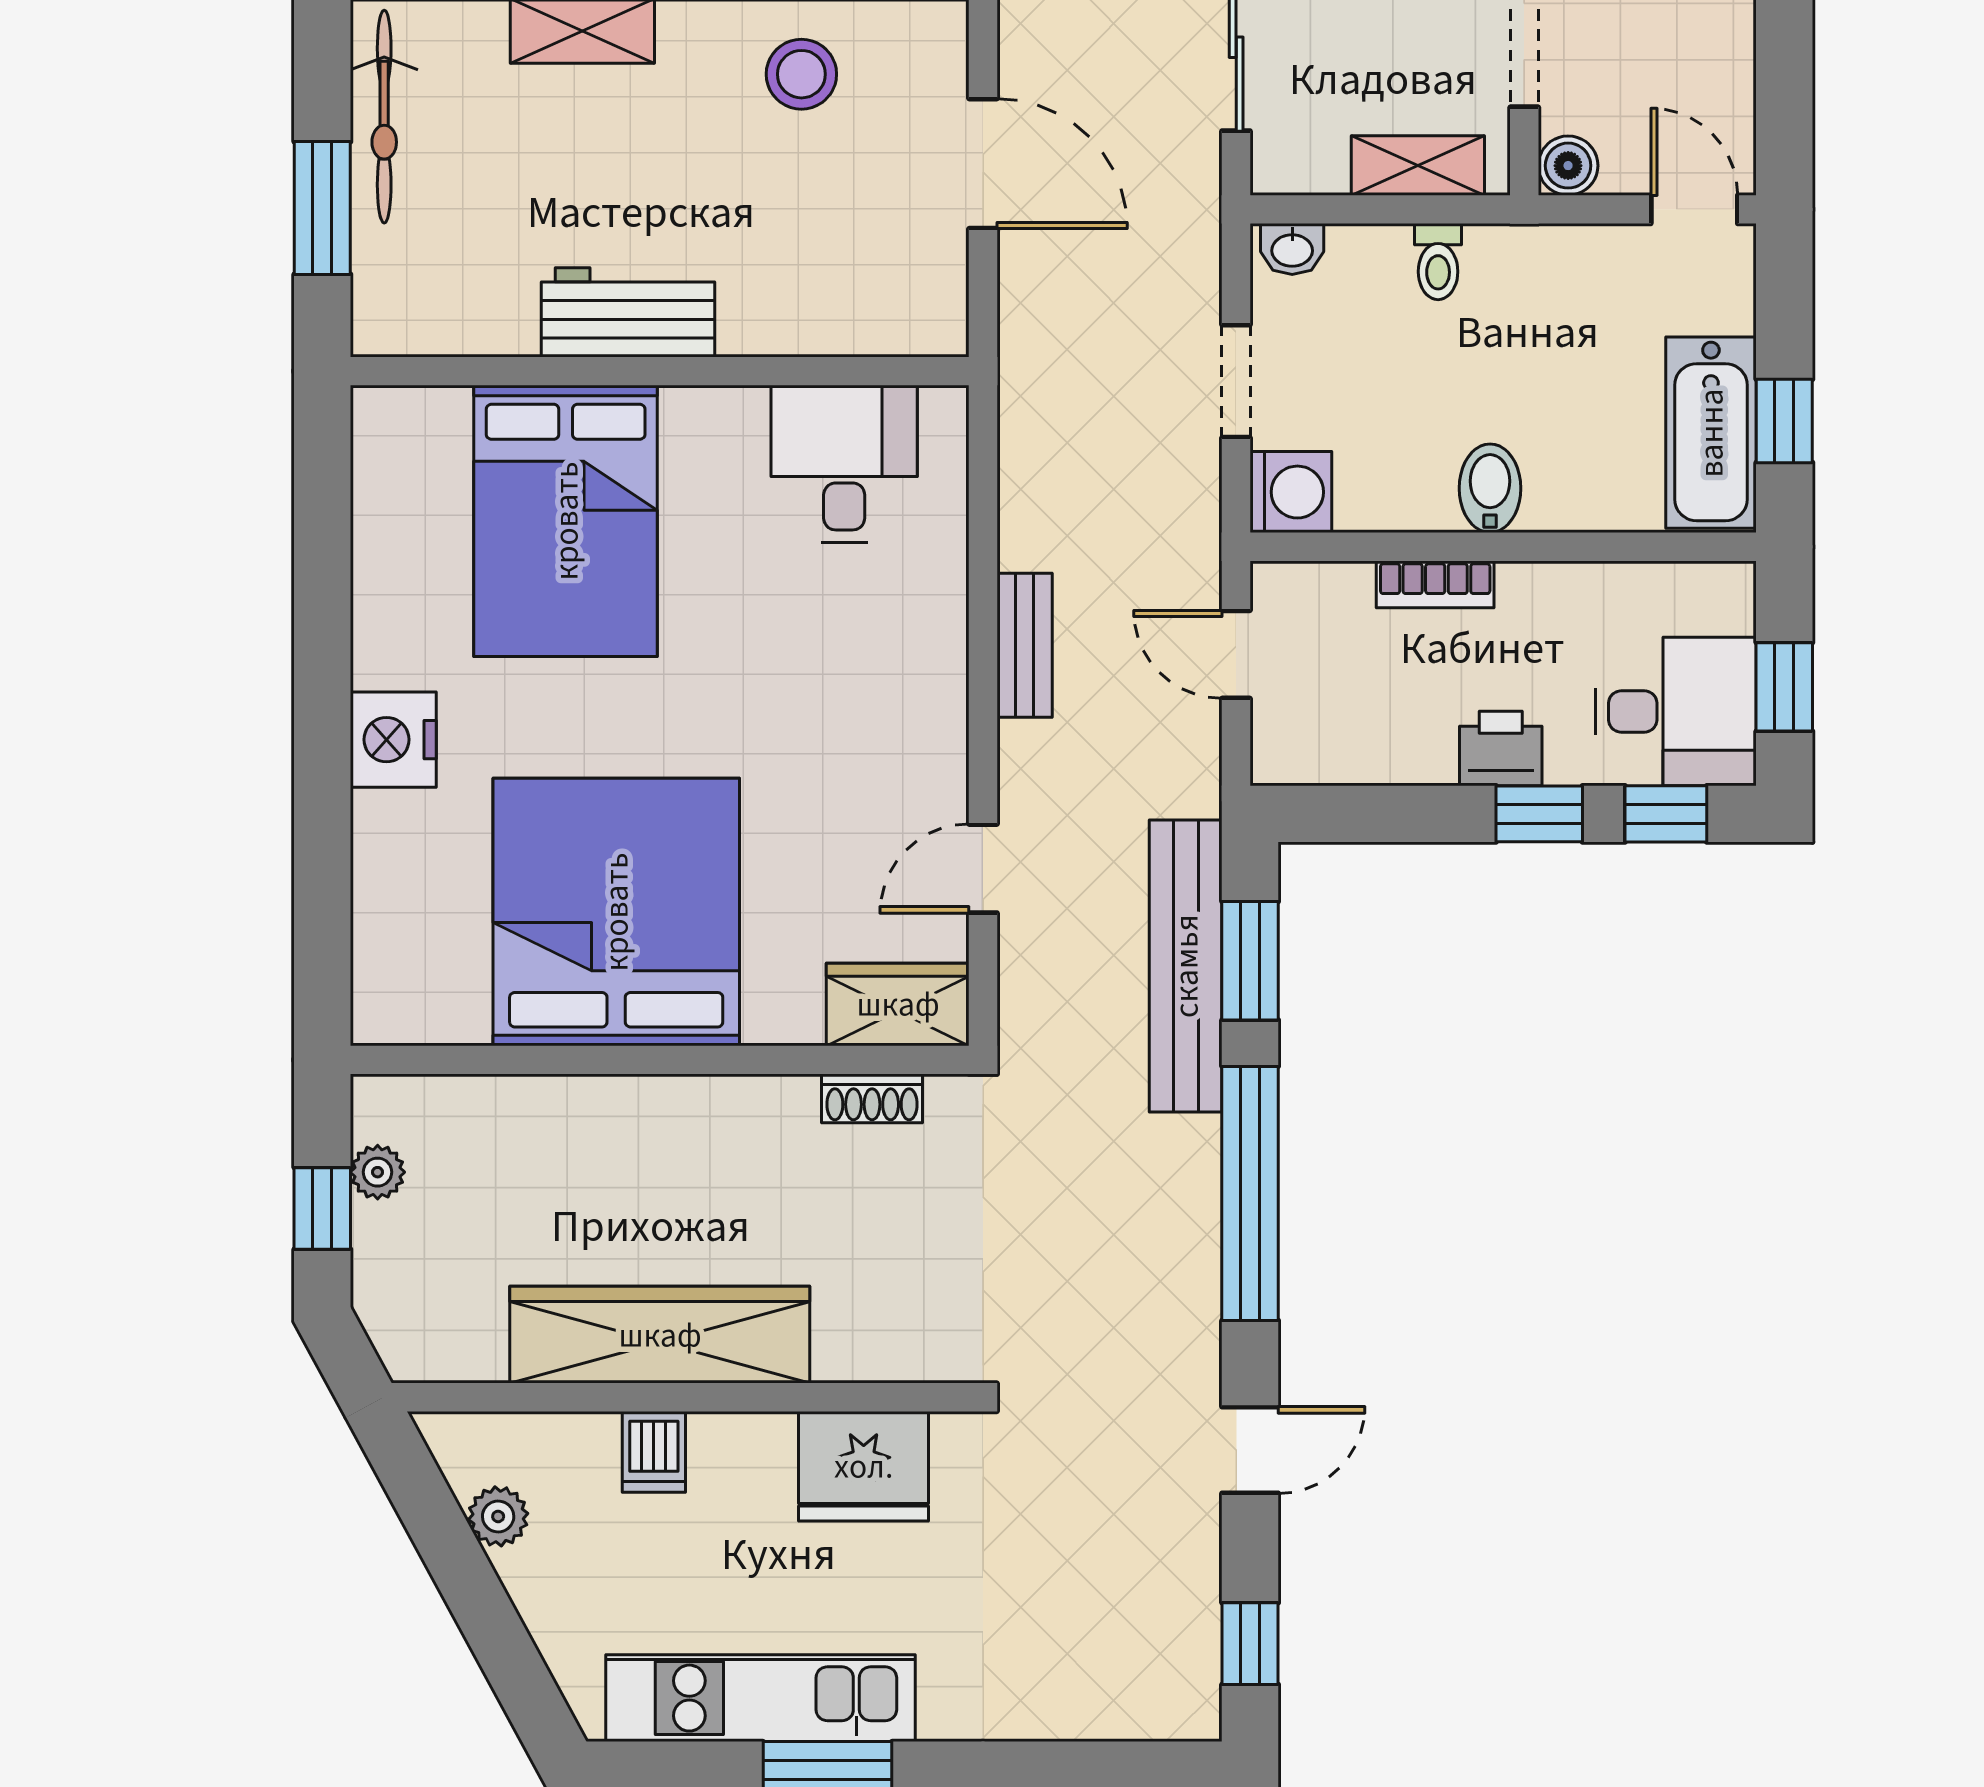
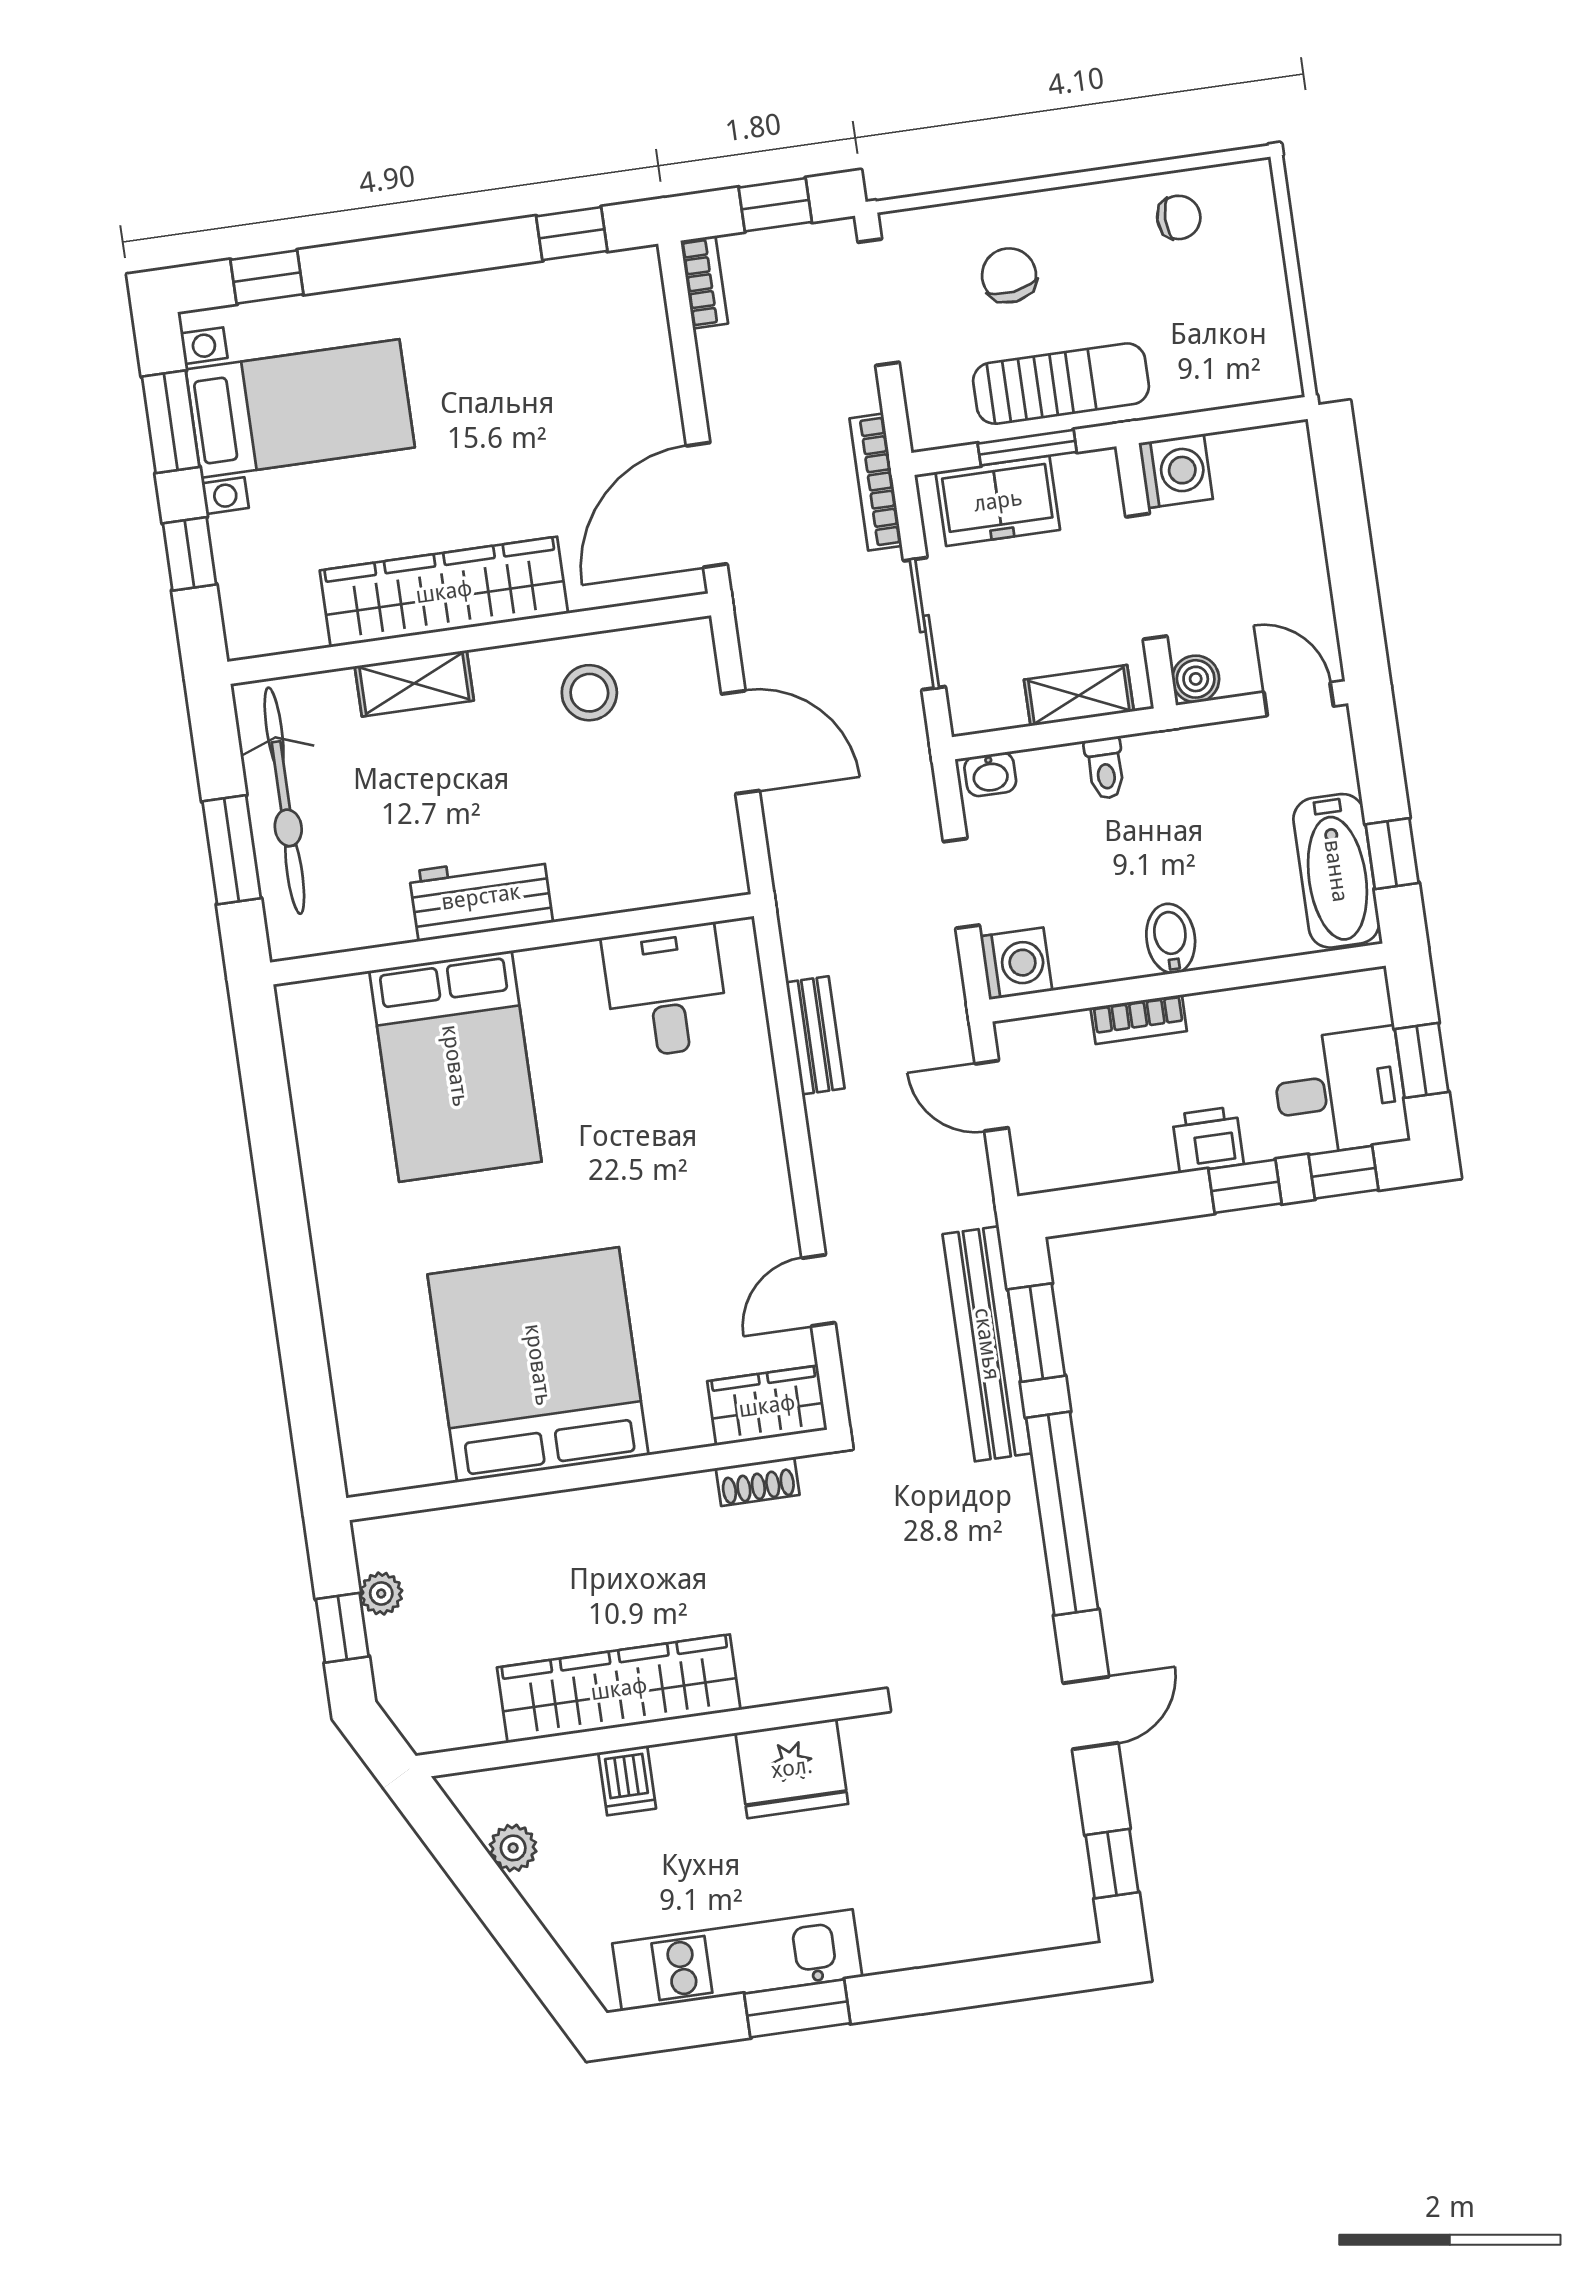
bicycle: (384, 117) -> (284, 801), width x1.37, depth x1.40
bench: (1025, 645) -> (815, 1035), moved
nightstand: (393, 740) -> (346, 1255), removed

